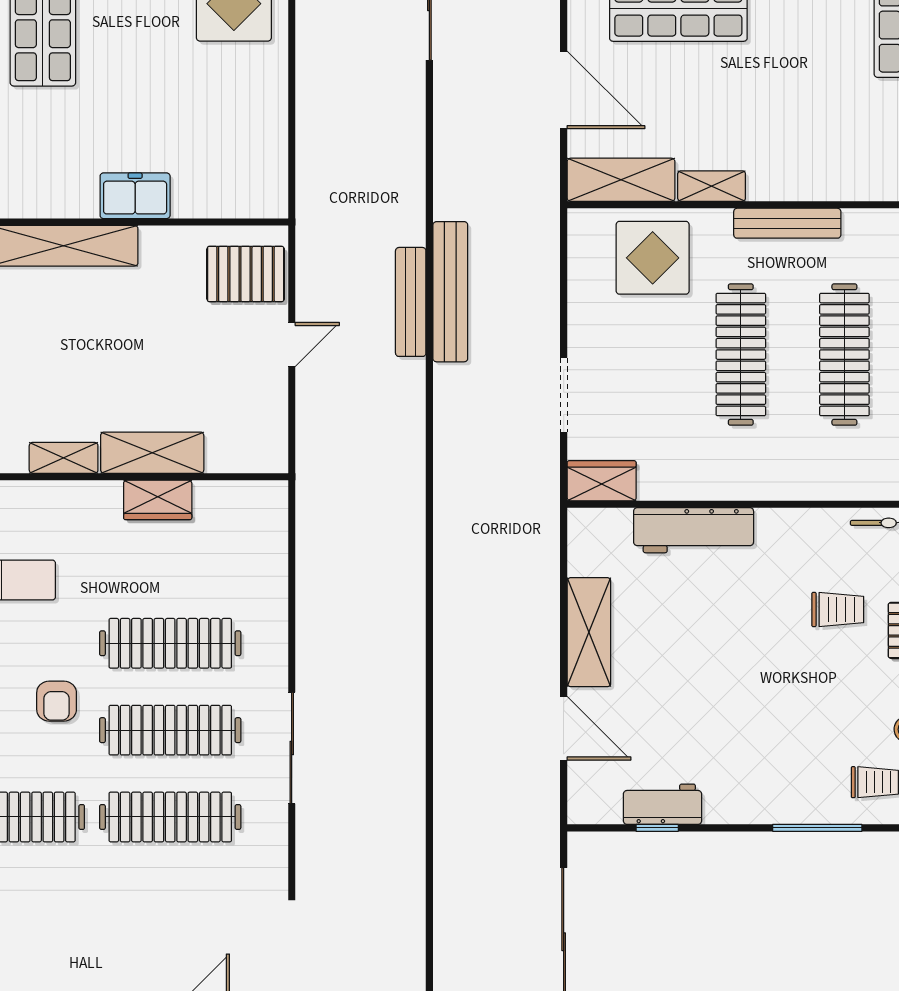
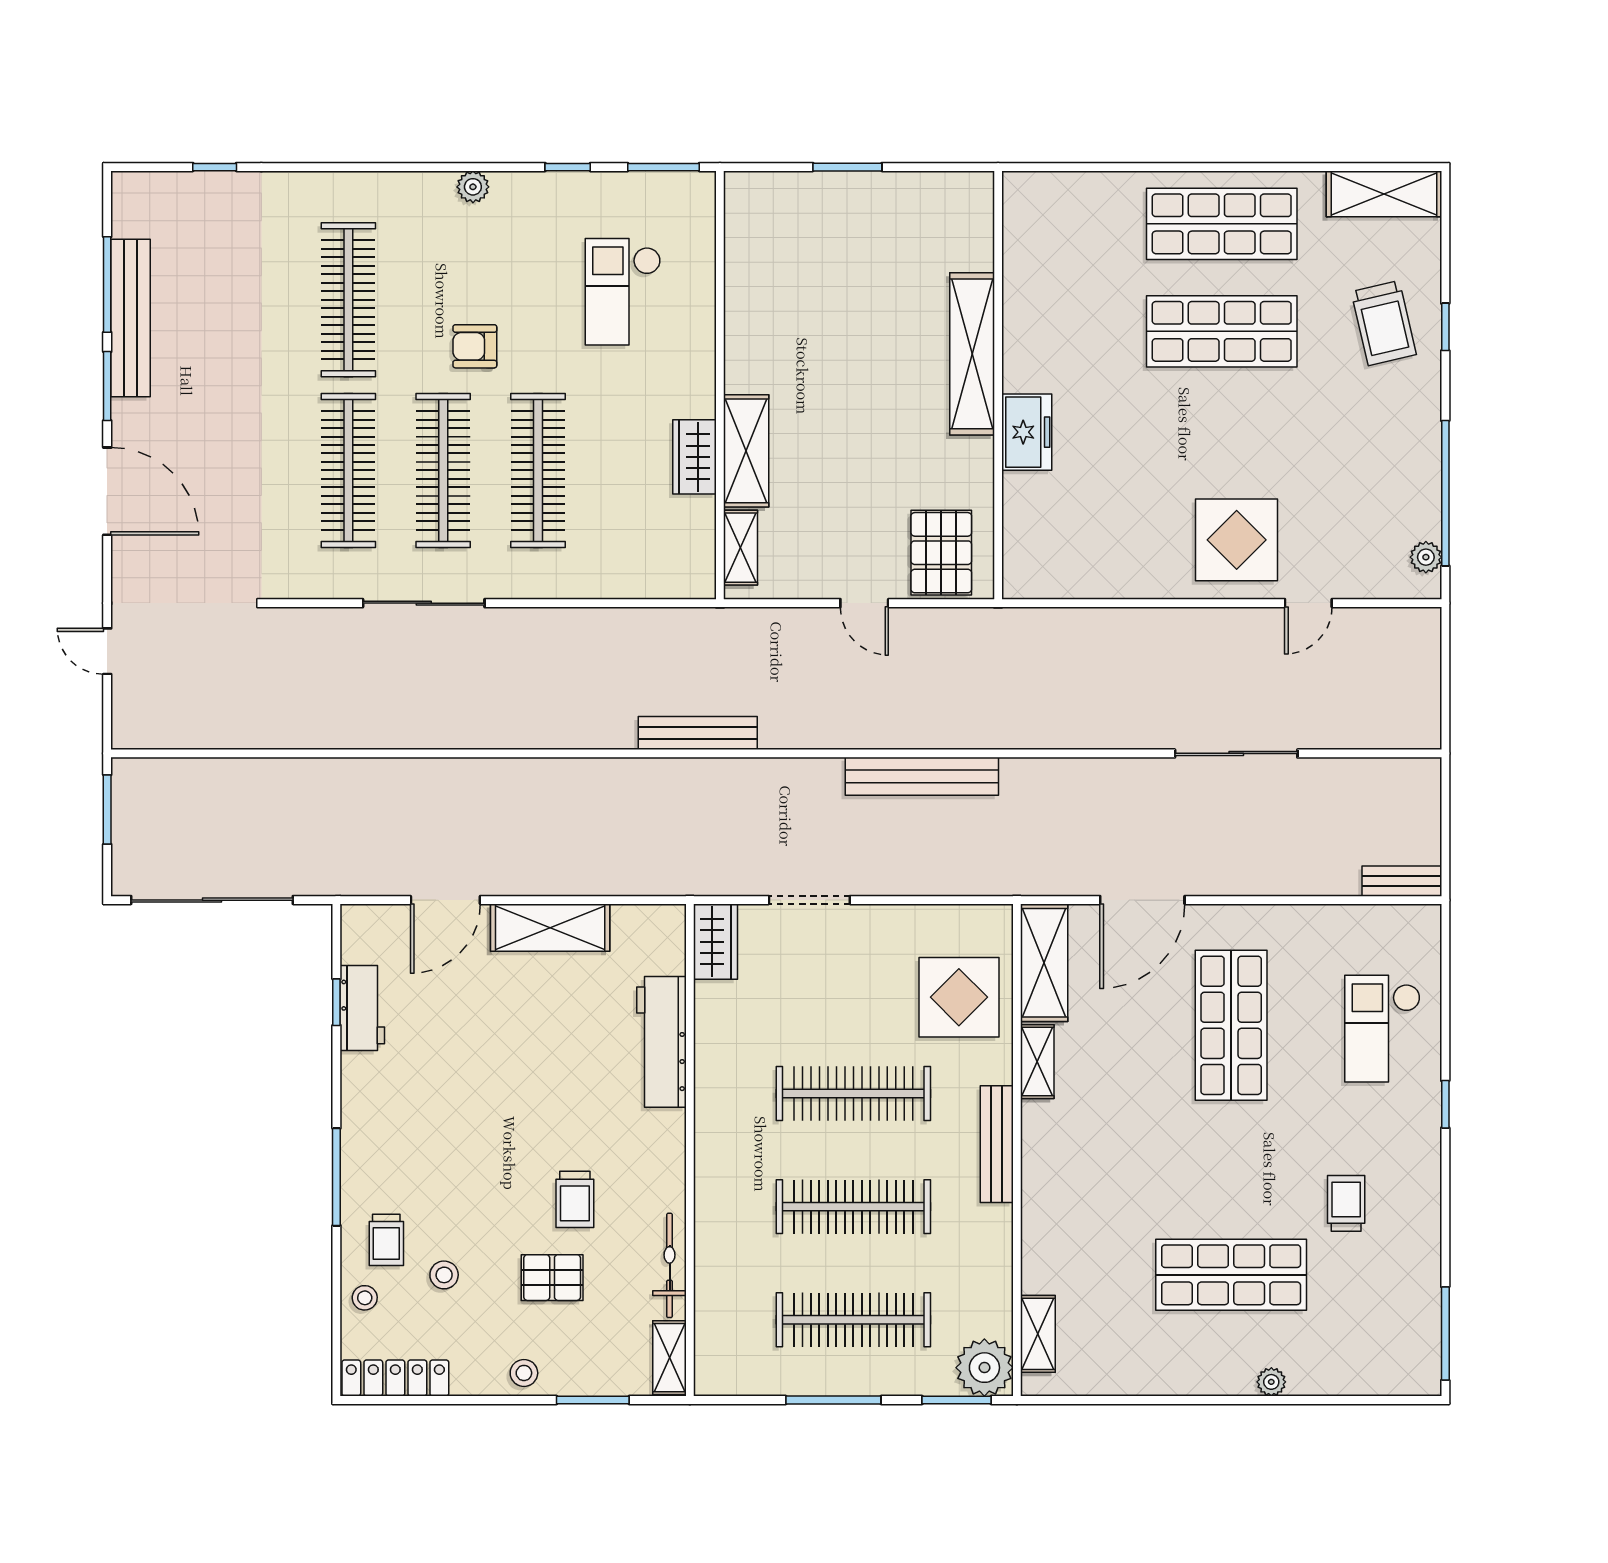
bench: (411, 302) -> (698, 733), moved
shelving: (64, 458) -> (741, 548), moved

